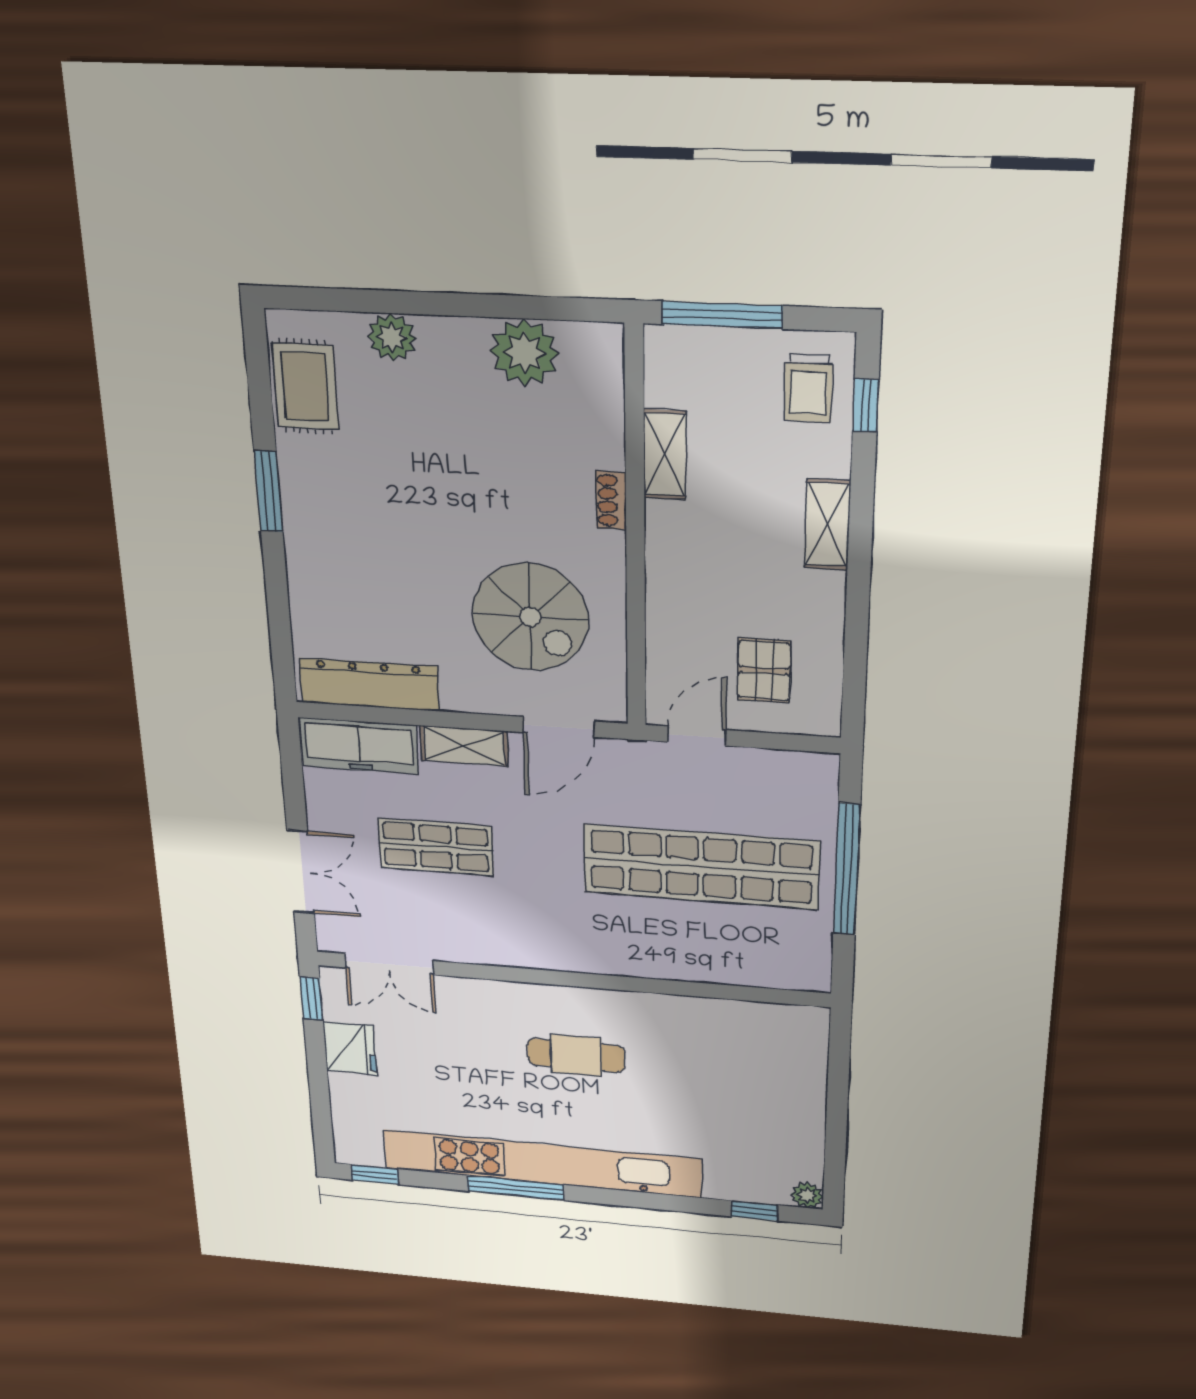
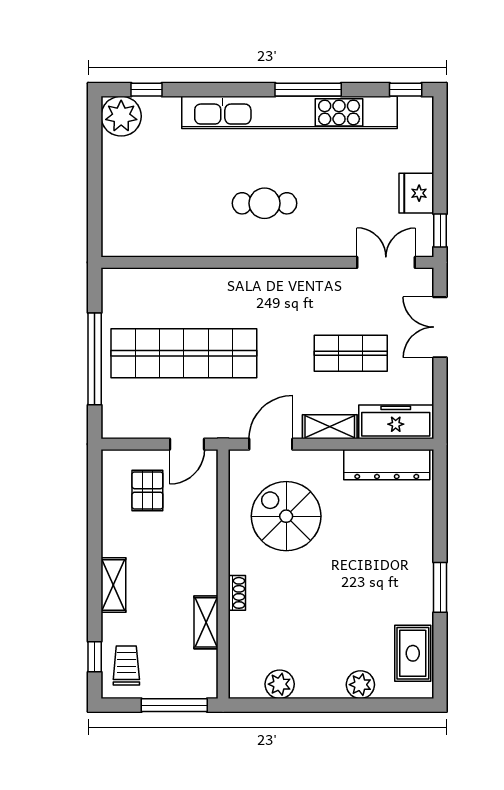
plant: (524, 352) -> (280, 684), width x0.73, depth x0.73
plant: (807, 1195) -> (121, 116), width x1.88, depth x1.88

